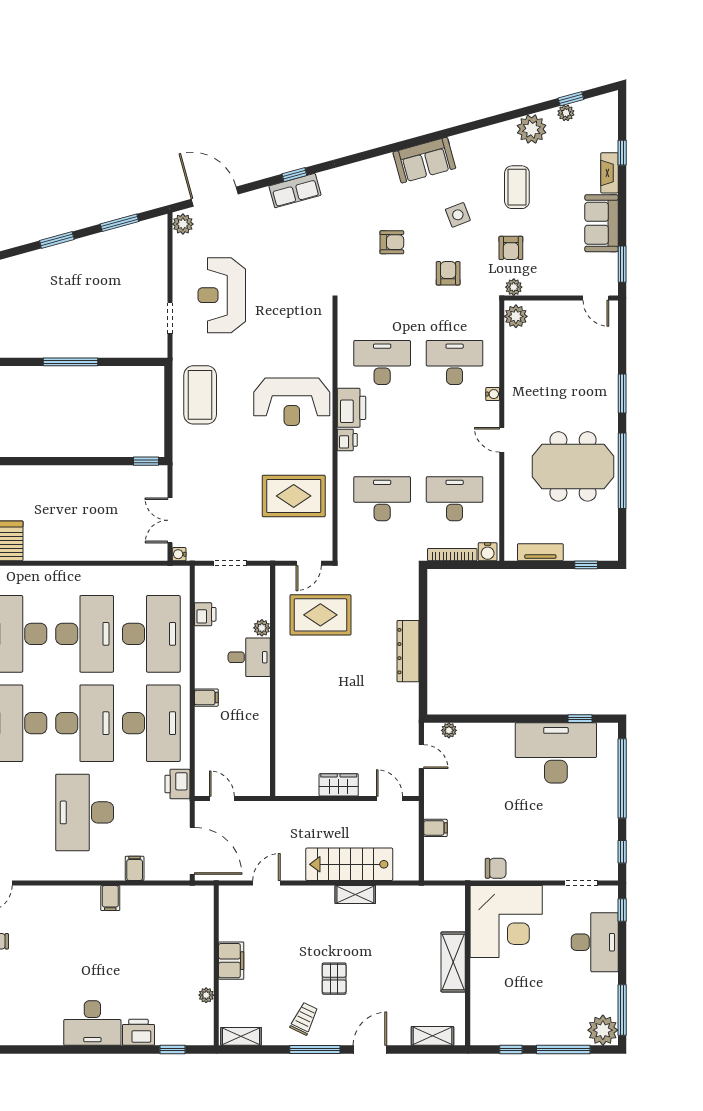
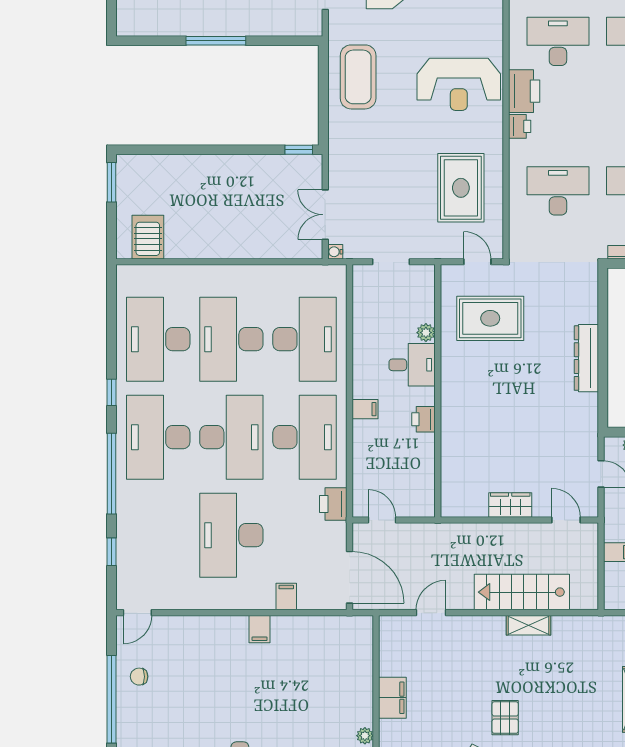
rug: (294, 496) -> (461, 188), turned 90
door: (309, 563) -> (477, 262), swing flipped
printer: (205, 614) -> (423, 419), moved, turned 180
desk: (85, 634) -> (231, 339), turned 180

